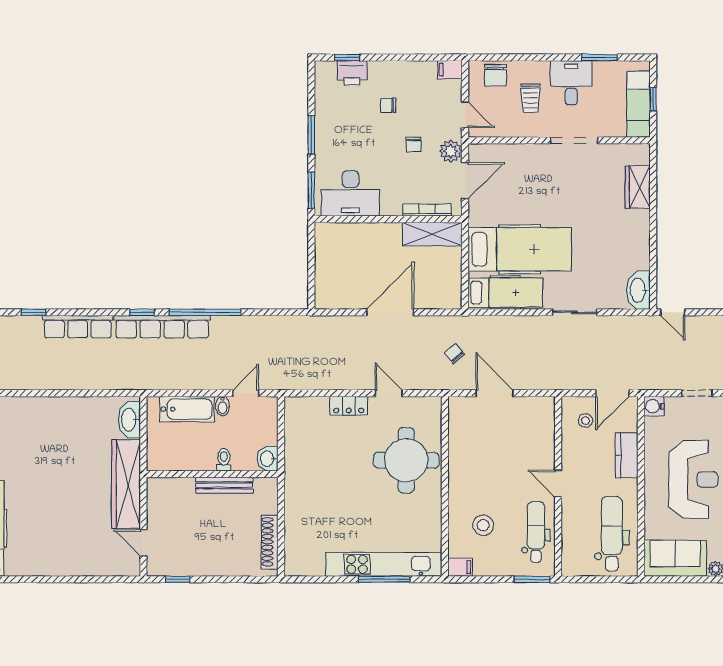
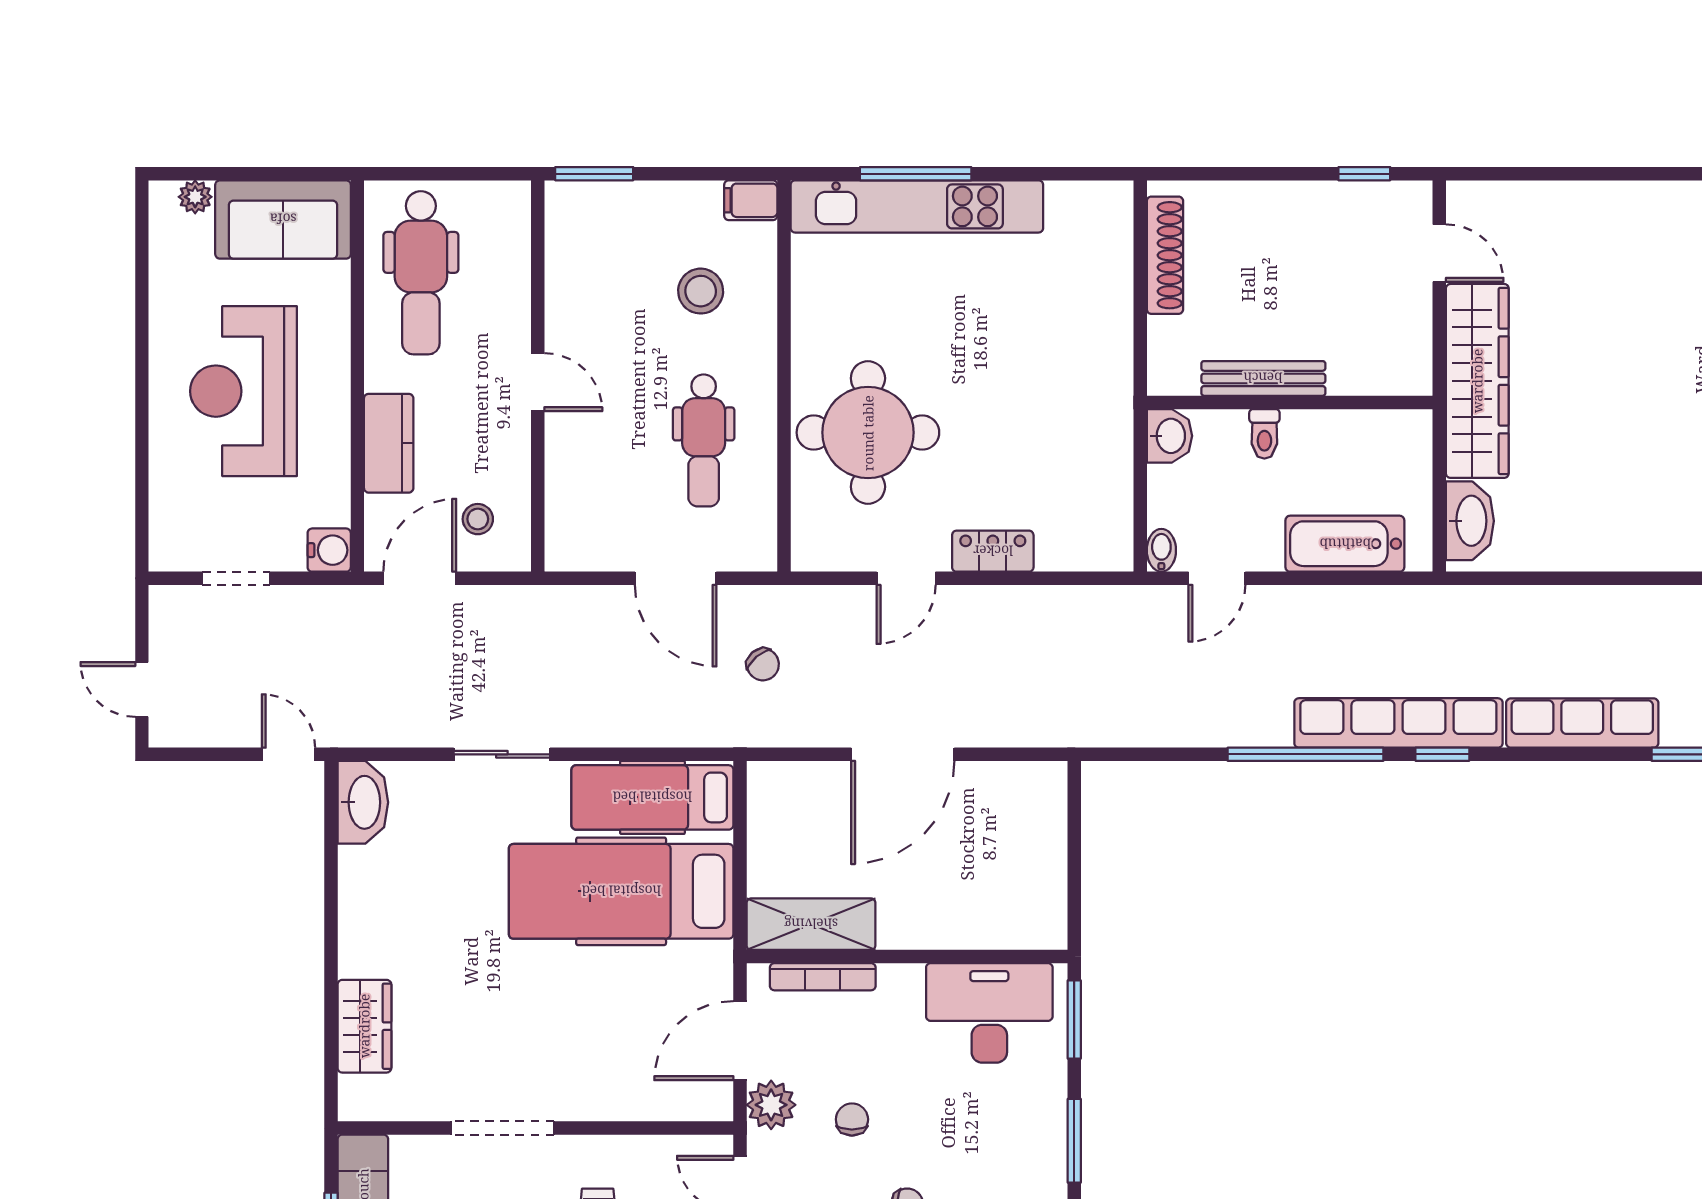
door: (389, 393) -> (906, 578), hinge flipped
bidet: (222, 406) -> (1161, 550), moved
dental chair: (536, 532) -> (704, 440), moved

